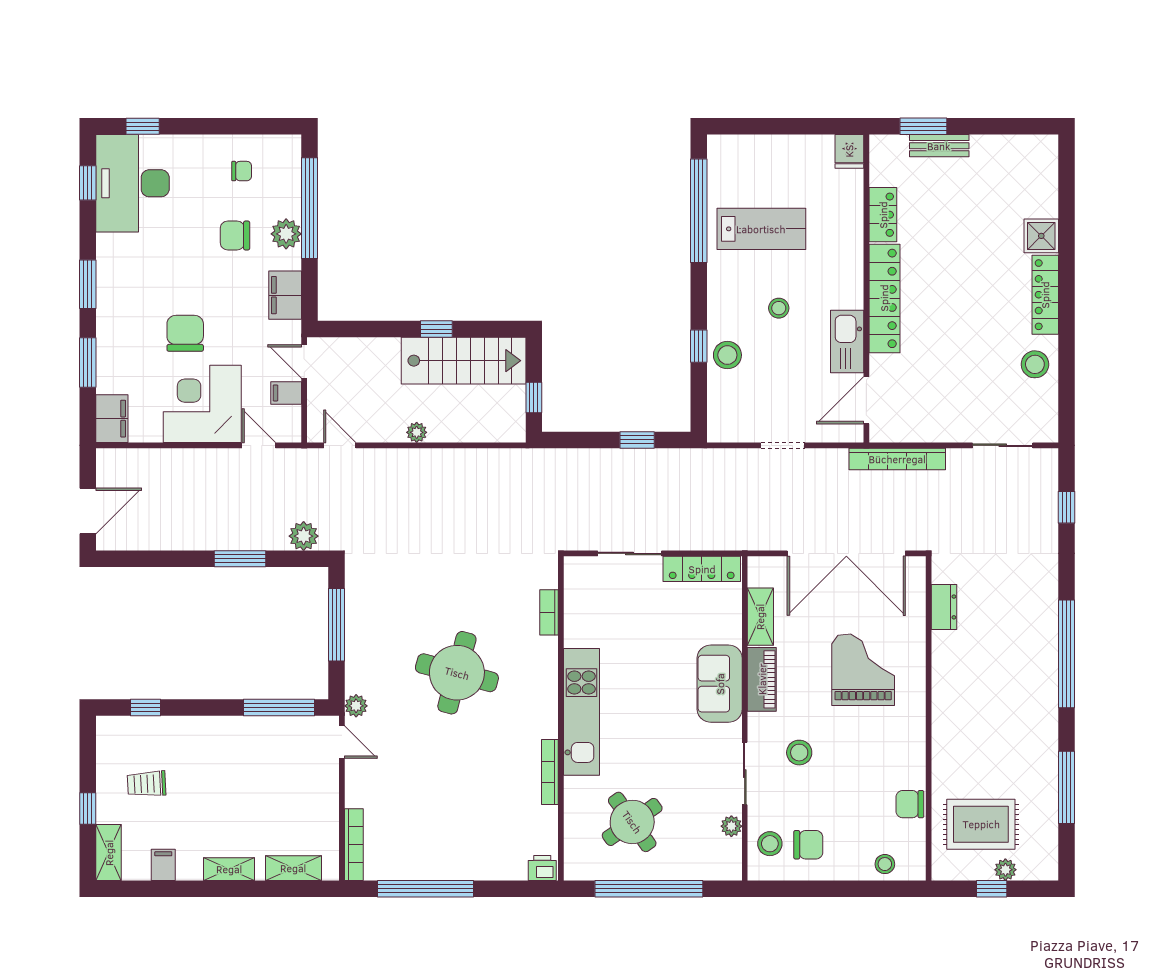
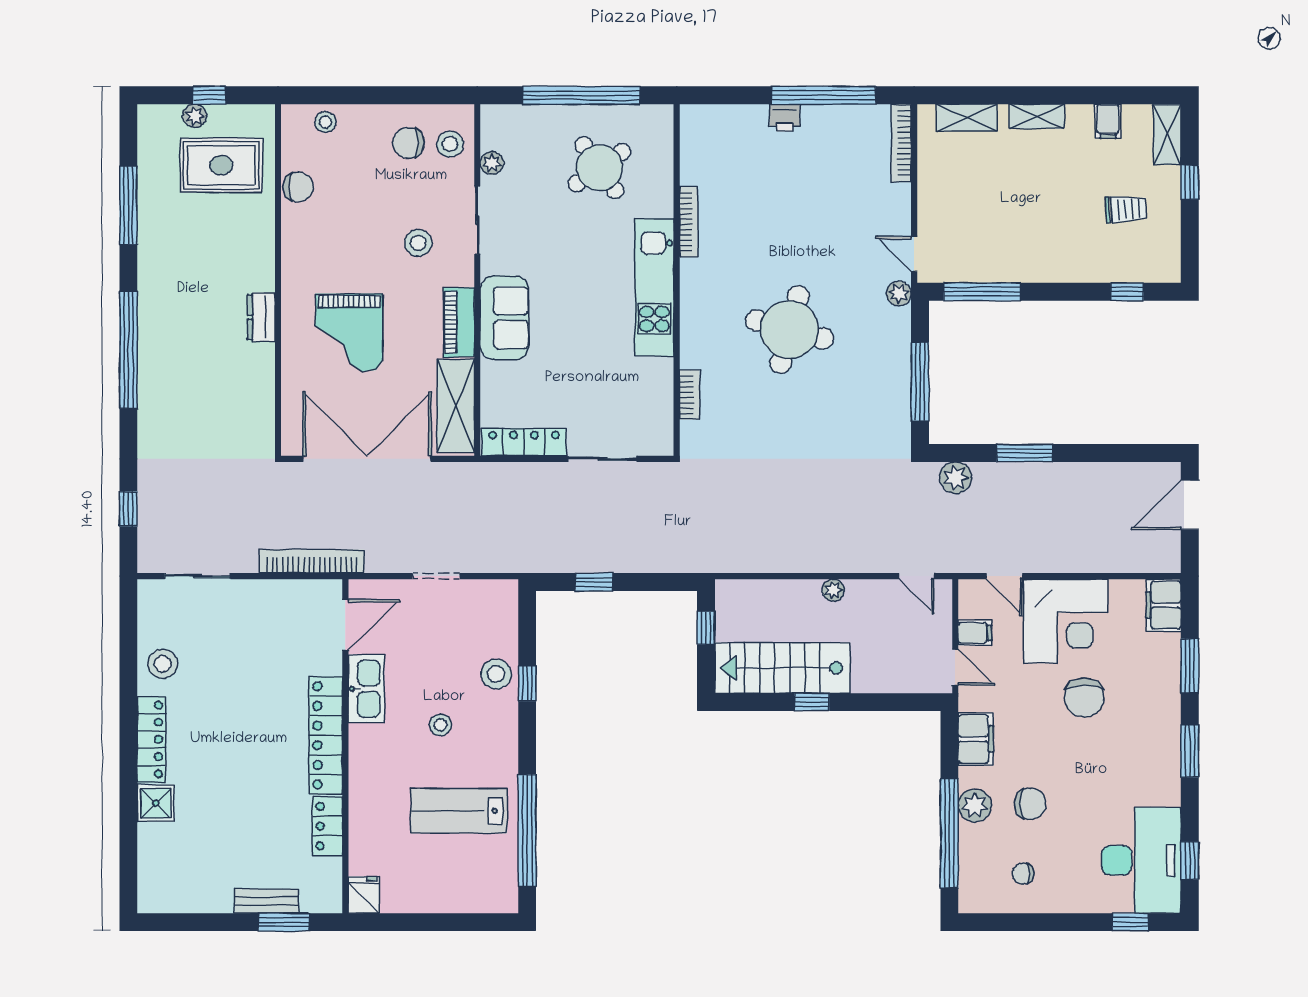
dresser: (944, 607) -> (261, 317), moved
shelving: (760, 617) -> (456, 406), width x1.50, depth x1.33
printer: (542, 868) -> (785, 118), moved

